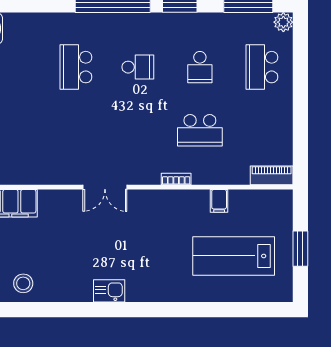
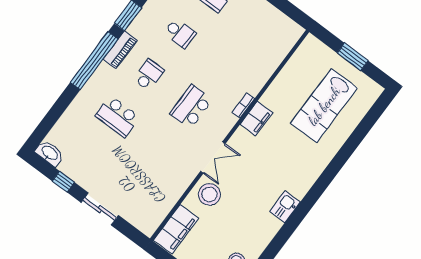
school desk: (200, 130) -> (191, 107), moved, turned 180
piano: (272, 175) -> (120, 50), moved, turned 180
filing cabinet: (219, 201) -> (257, 118), moved, width x2.00
stool: (67, 210) -> (209, 194), added

